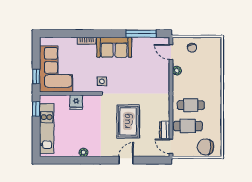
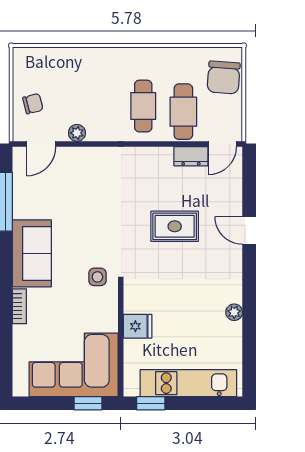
rug: (128, 121) -> (175, 226), width x0.73, depth x0.70

